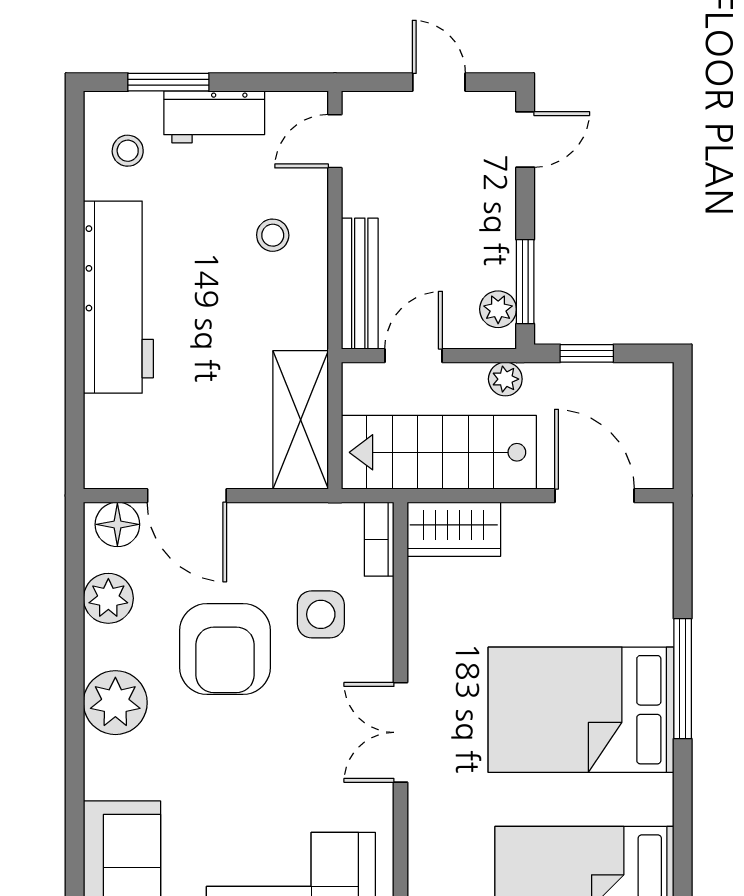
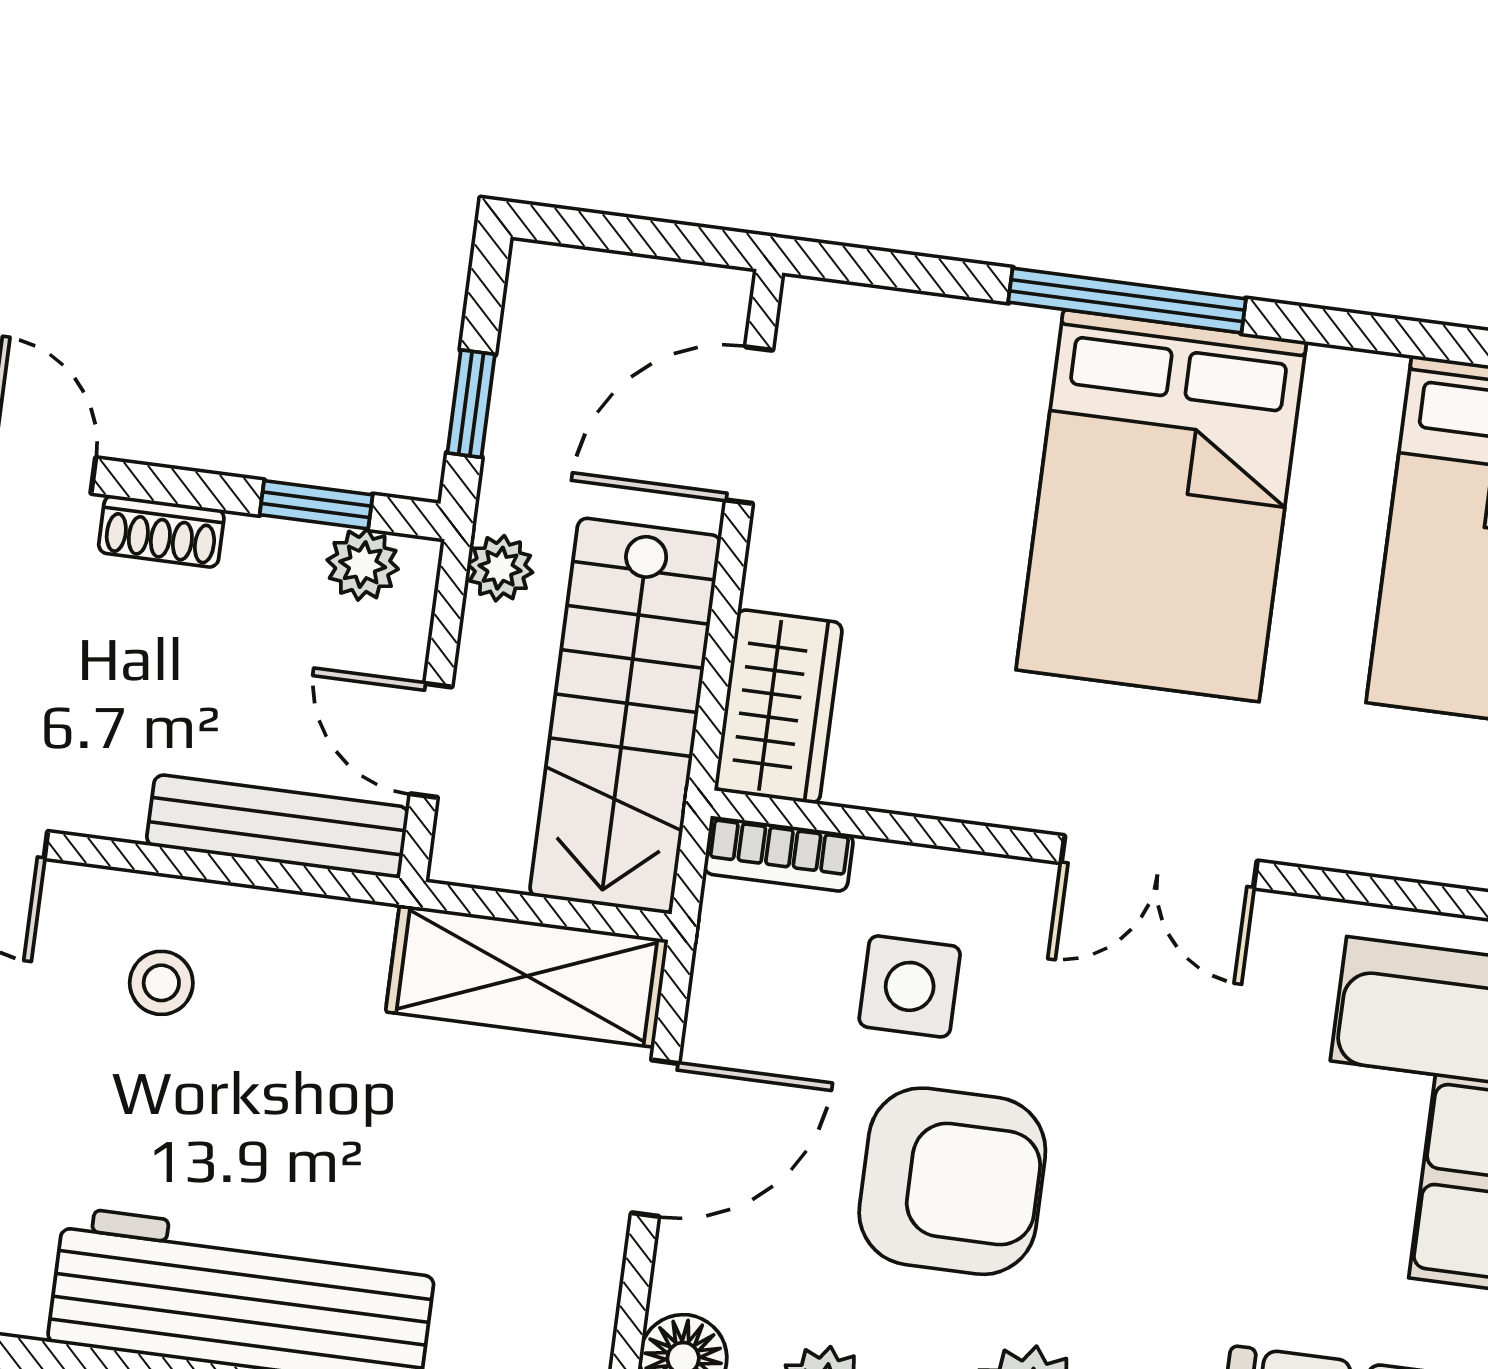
shoe rack: (501, 205) -> (161, 531), added
window: (525, 282) -> (316, 505), width x0.67
door: (187, 496) -> (655, 1138), moved

